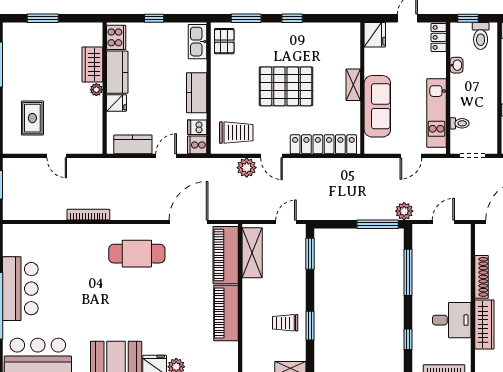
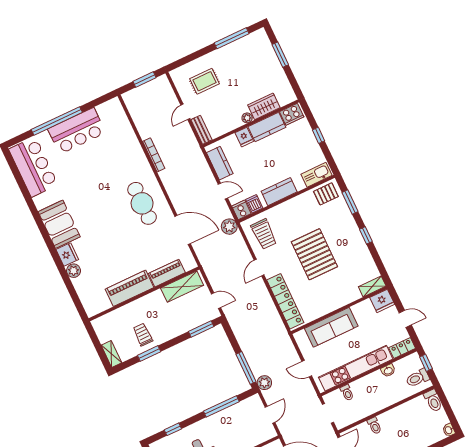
shelving: (353, 85) -> (372, 286), moved
kitchen unit: (436, 113) -> (356, 368), width x1.36
bench: (85, 147) -> (201, 130), added
plant: (247, 168) -> (229, 227), moved
door: (443, 222) -> (270, 415), hinge flipped
piano: (226, 255) -> (167, 273), width x0.73, depth x0.75

